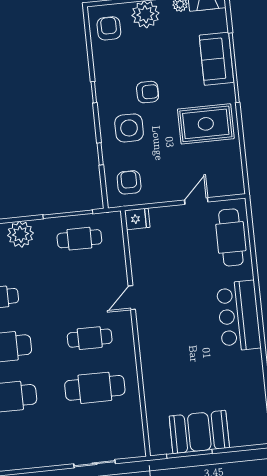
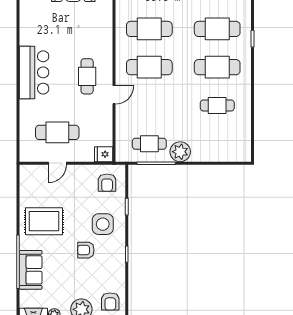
plant: (20, 234) -> (180, 152), moved
cafe table: (231, 237) -> (57, 132), moved, turned 90
cafe table: (169, 318) -> (87, 76), added
cafe table: (90, 338) -> (149, 67), width x1.37, depth x1.35

